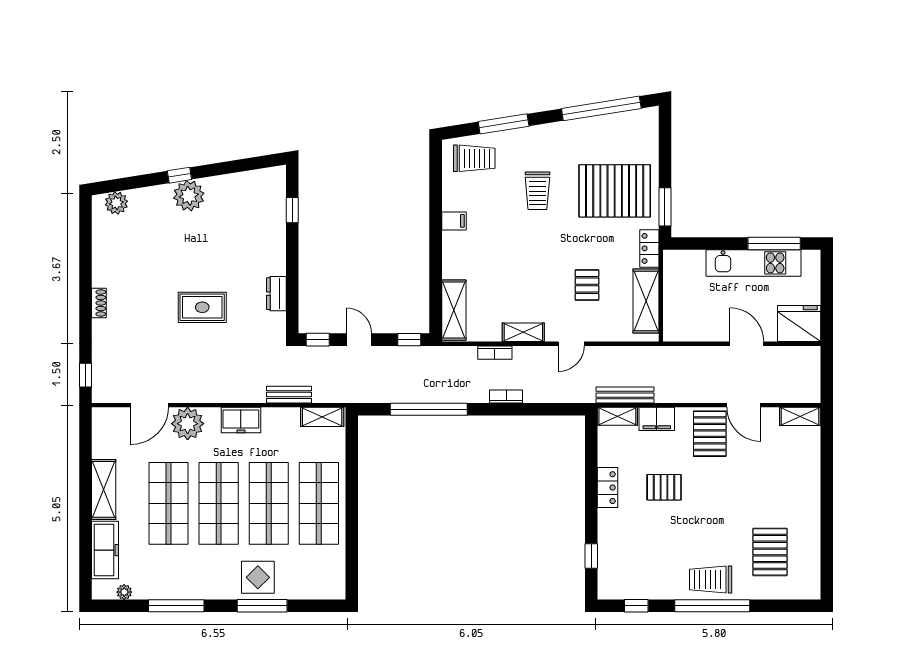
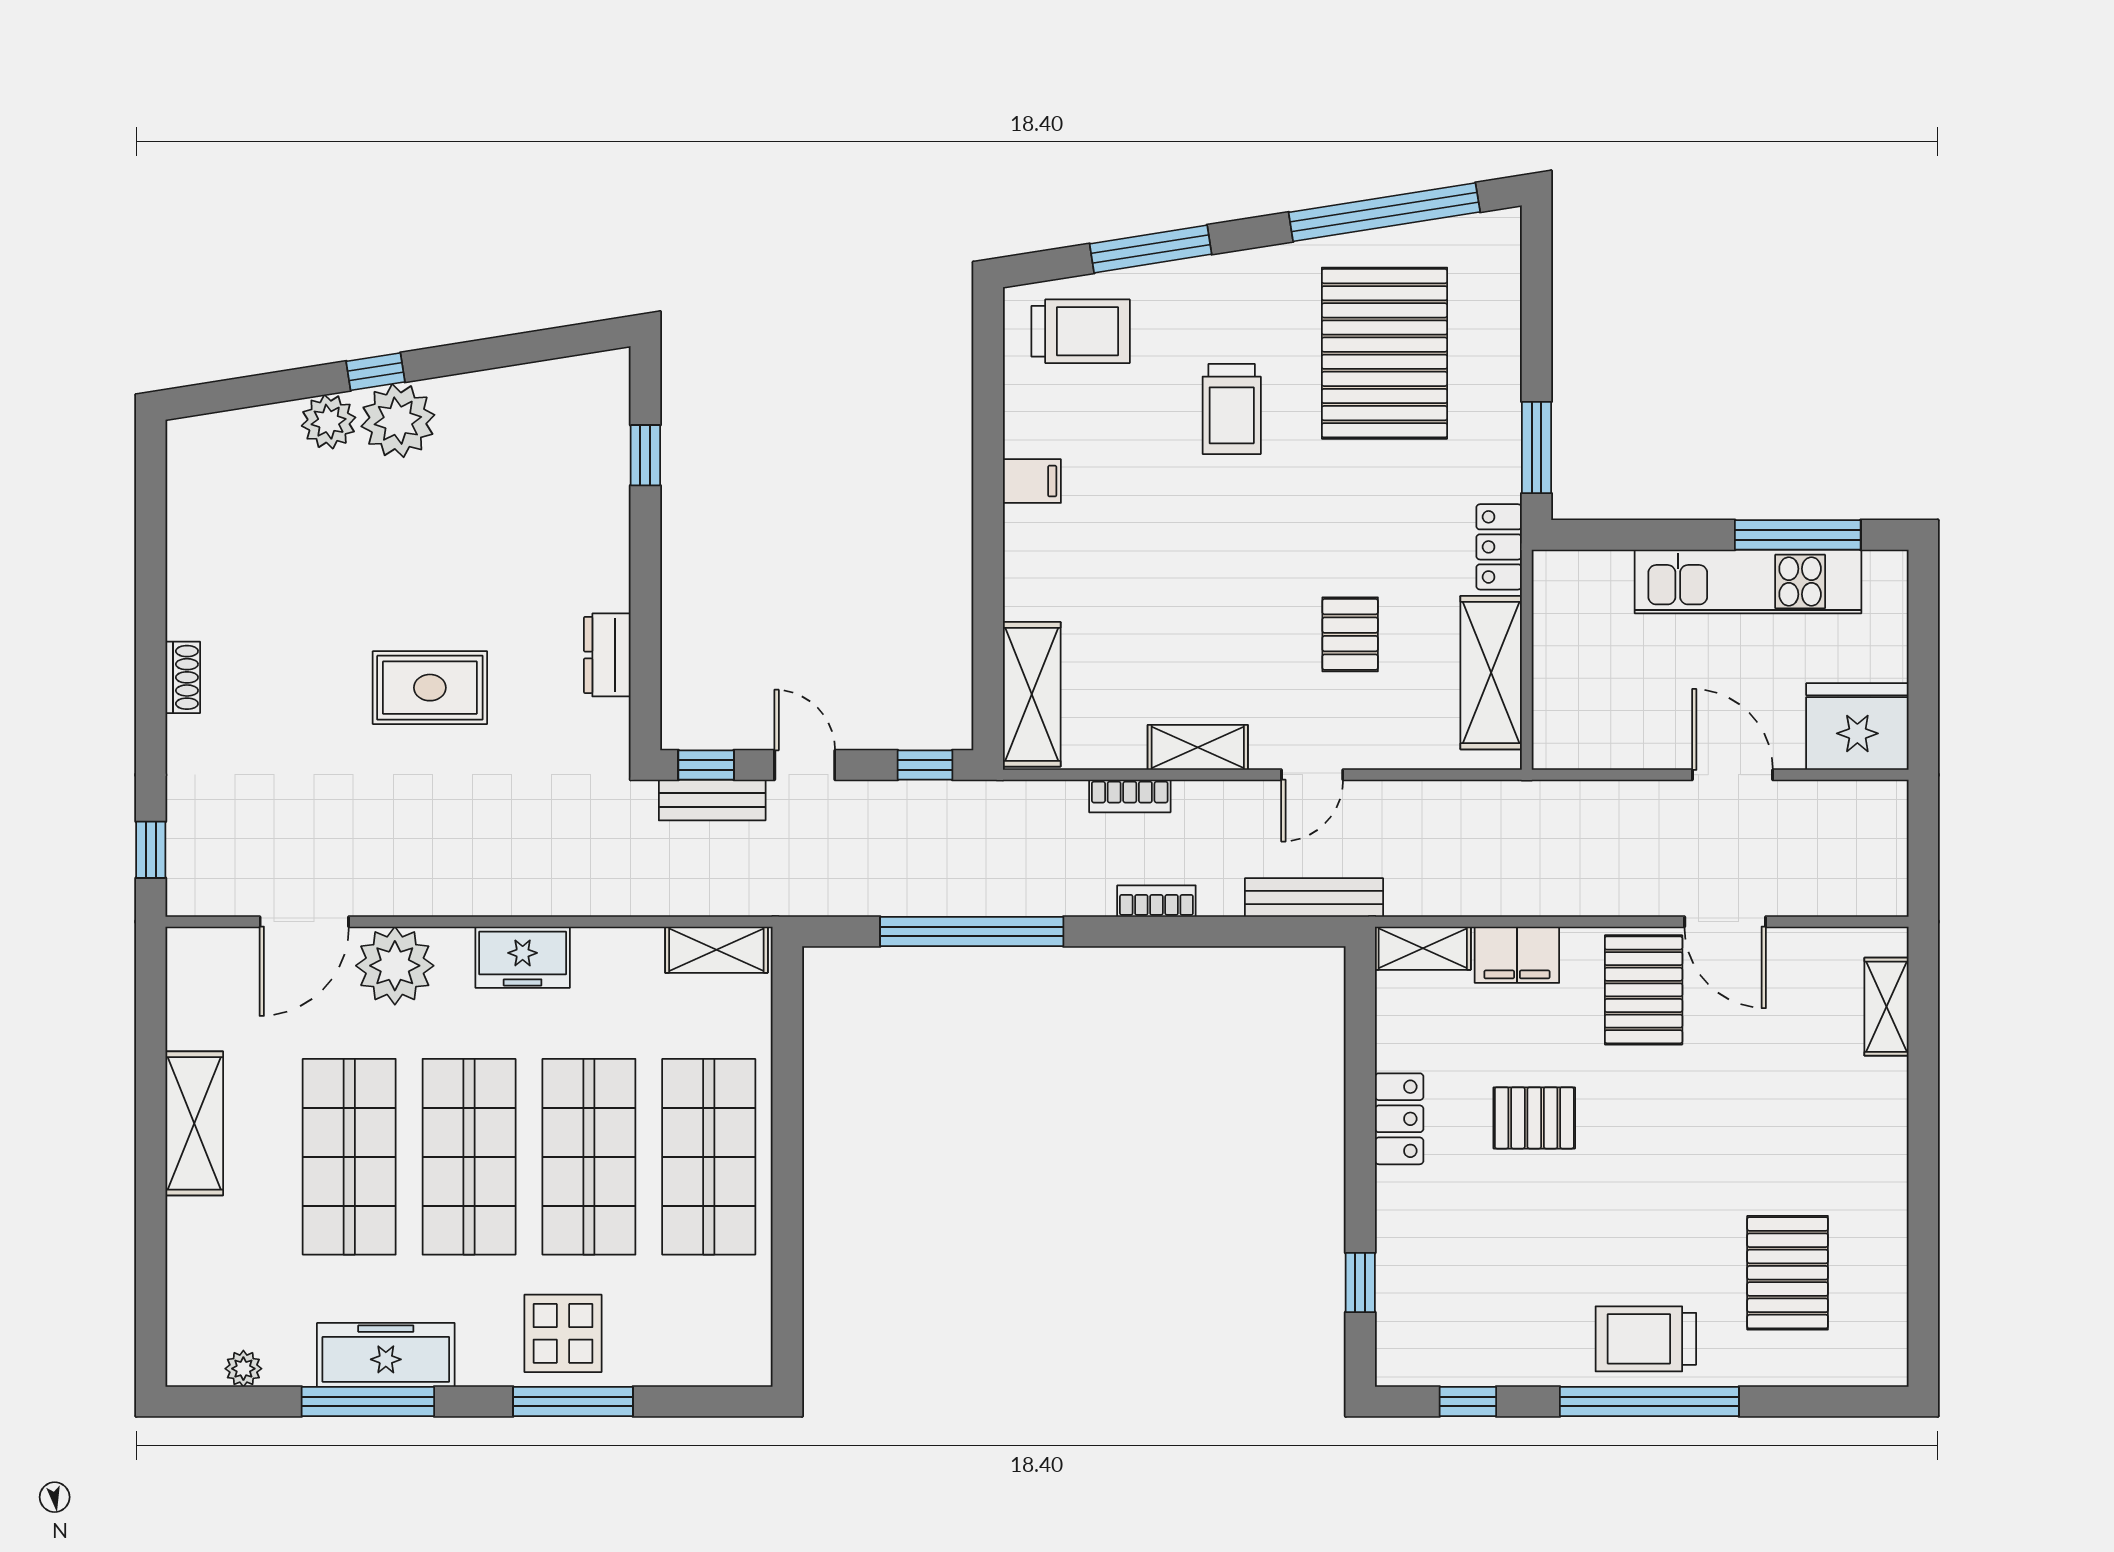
pallet: (615, 191) -> (1384, 353), moved, turned 90
plant: (116, 203) -> (329, 422), moved
bench: (289, 395) -> (712, 800), moved
bench: (625, 395) -> (1314, 897), moved
shelving: (800, 416) -> (1887, 1007), moved, turned 90
freezer: (105, 550) -> (386, 1355), moved, turned -90

